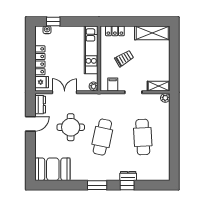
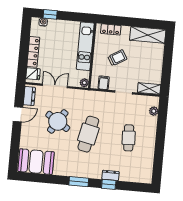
plant: (165, 98) -> (154, 111), moved
round table: (71, 127) -> (58, 121), turned 33
cafe table: (143, 137) -> (129, 138), width x0.73, depth x0.74

